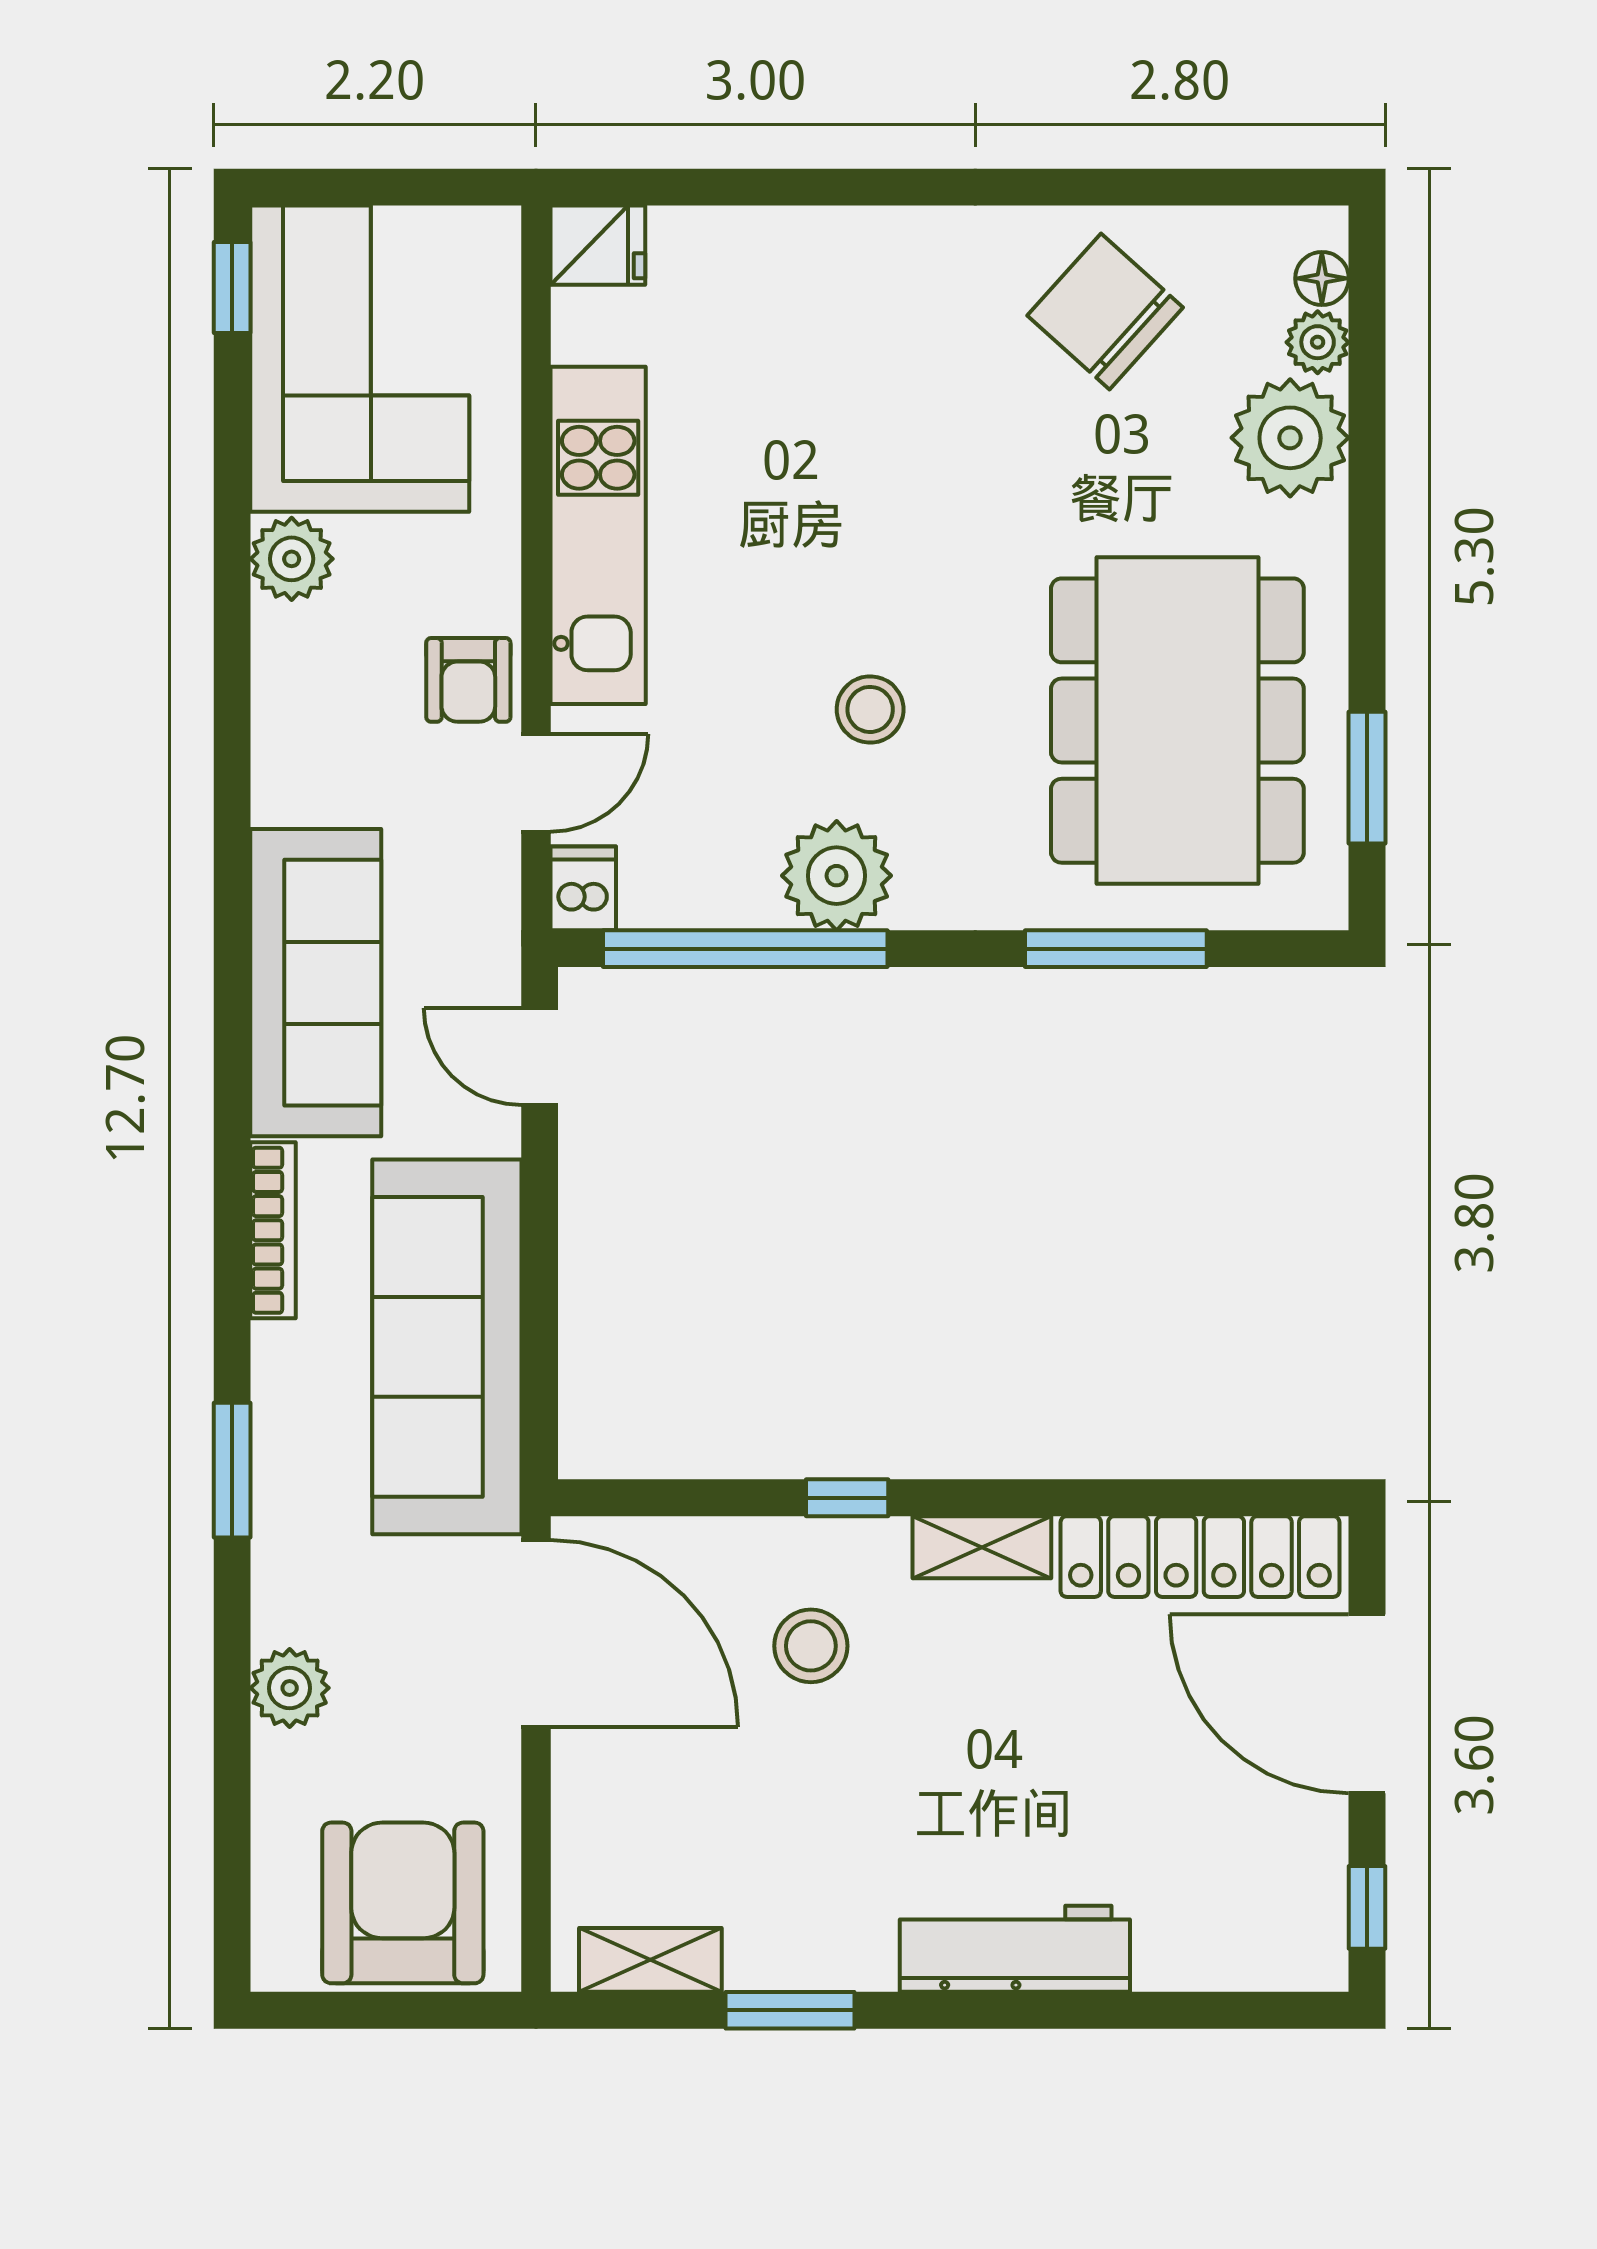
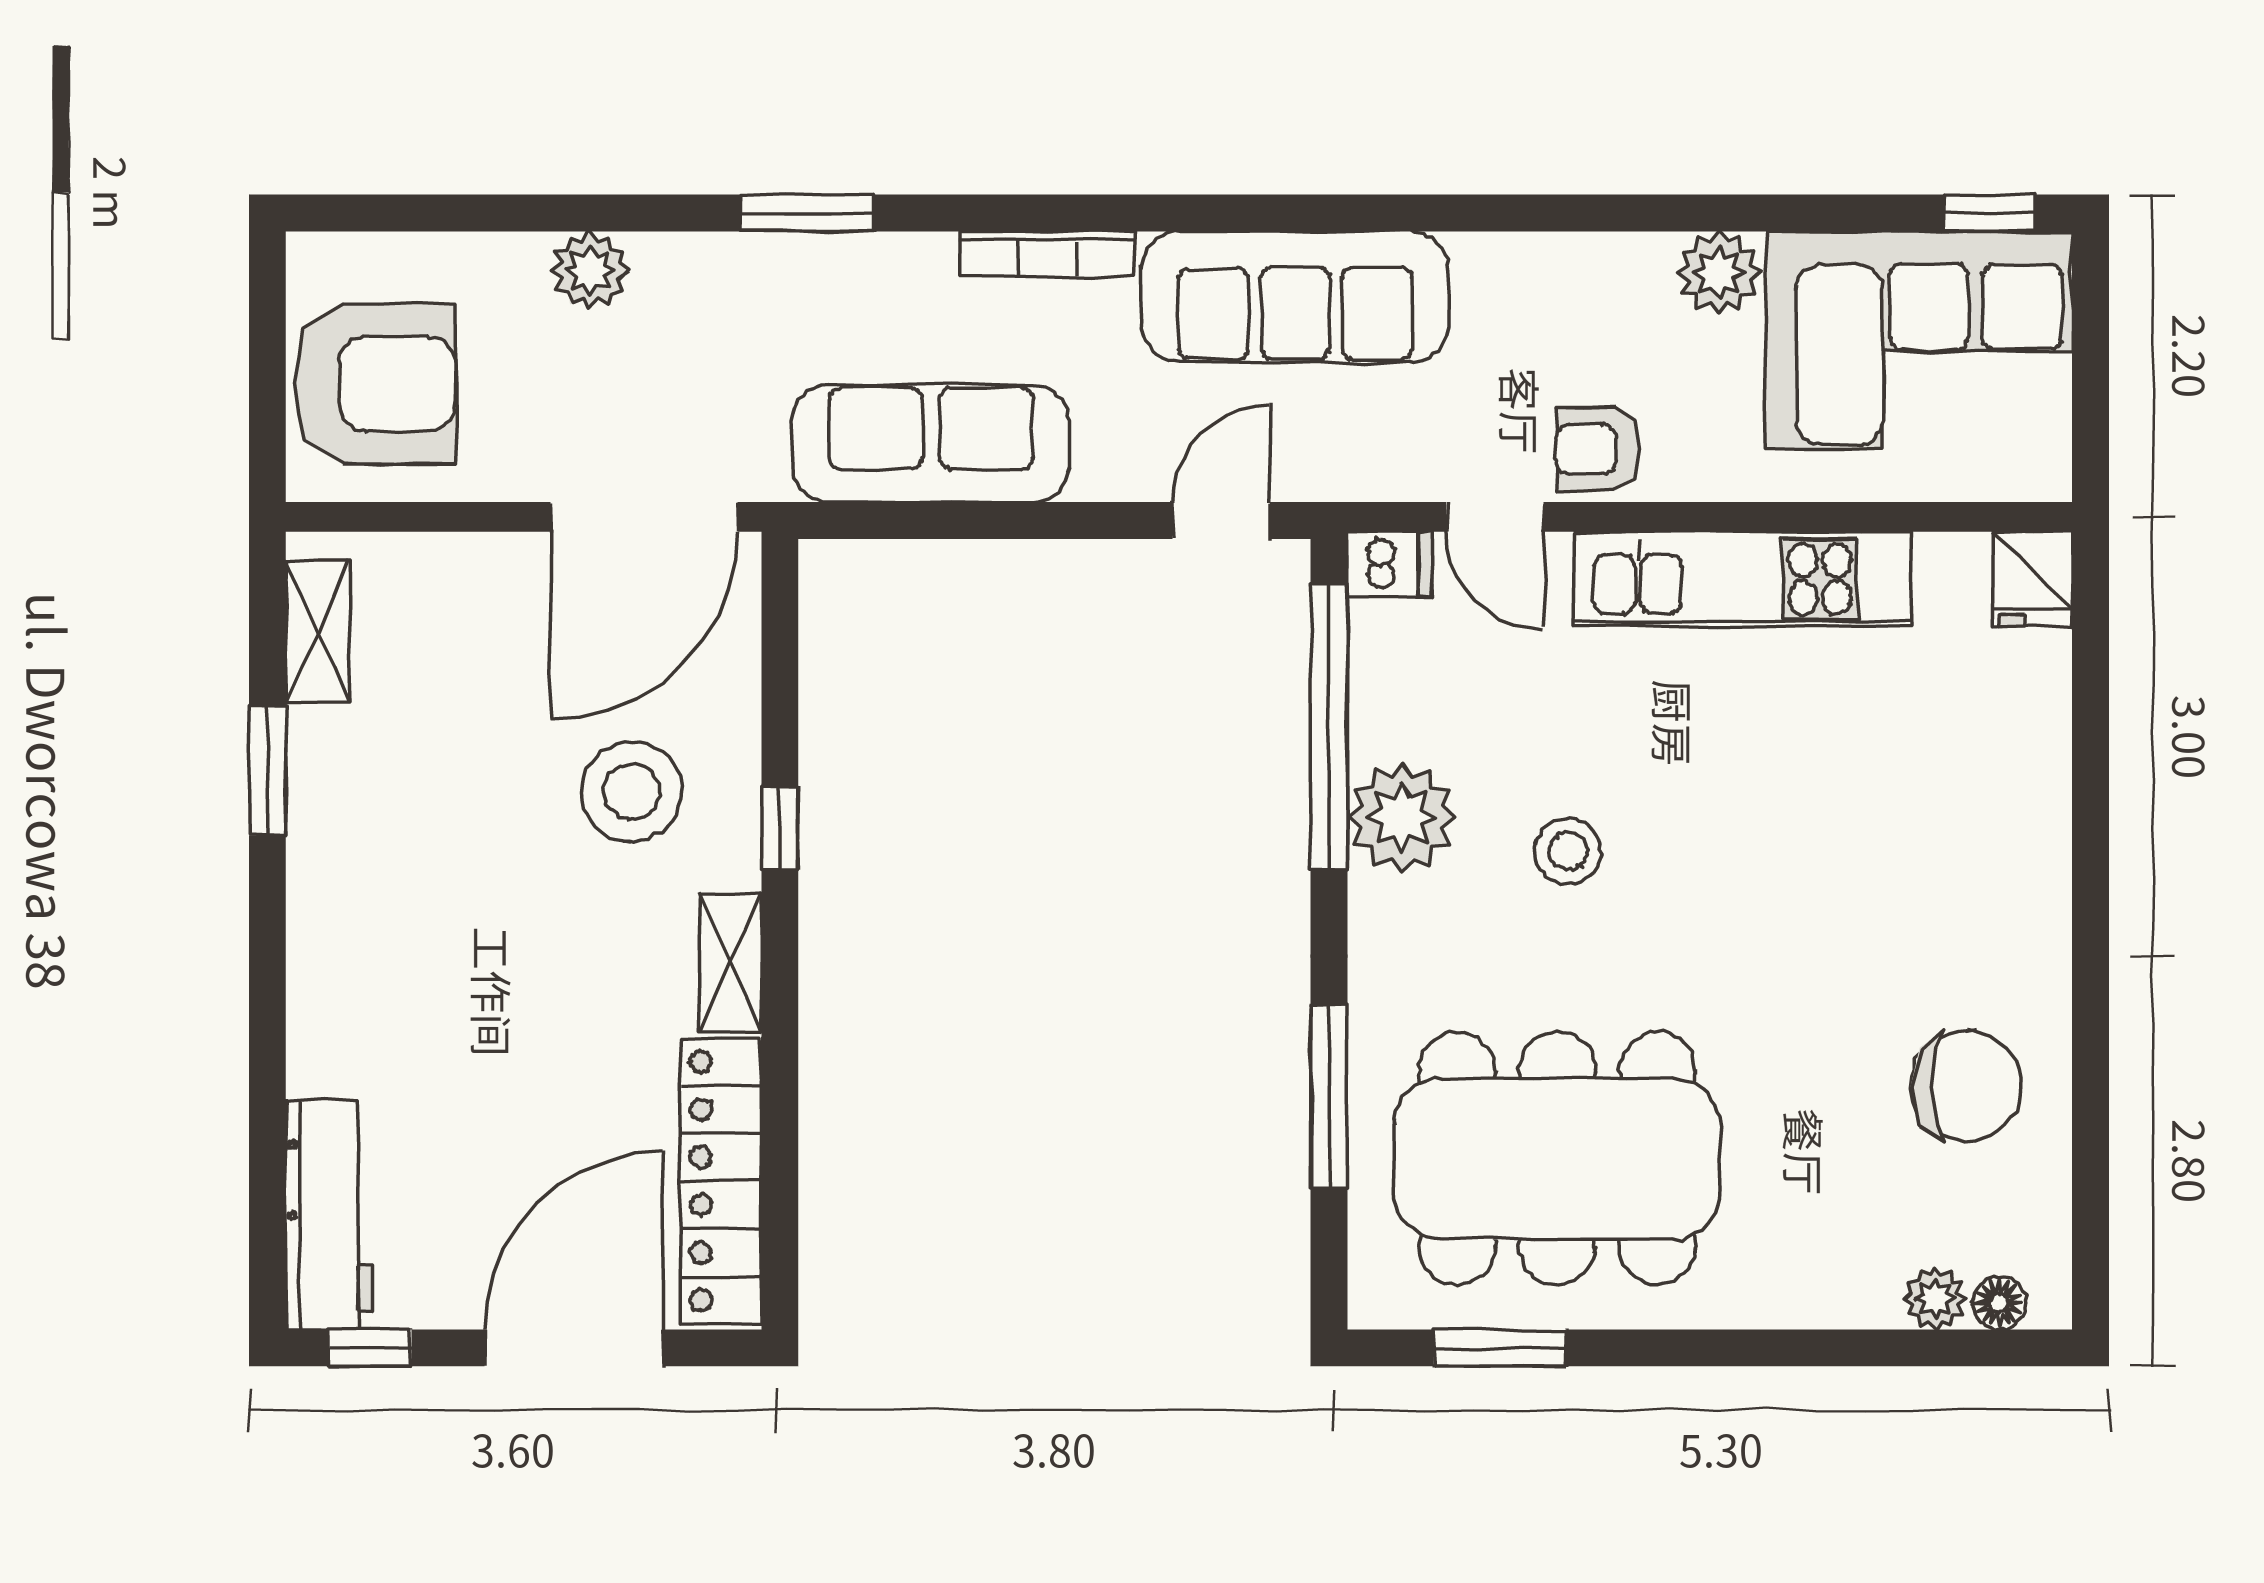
chair: (1105, 311) -> (1966, 1086), turned 48
plant: (1290, 438) -> (1840, 1271), removed
sofa: (447, 1347) -> (931, 444), width x0.74, depth x0.79
stool: (811, 1646) -> (632, 792), width x1.38, depth x1.38
workbench: (1015, 1949) -> (329, 1215), moved

